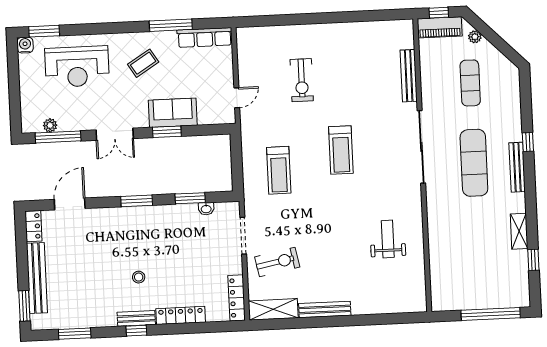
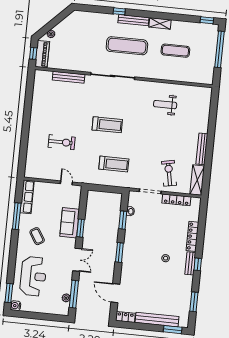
exercise mat: (470, 83) -> (175, 51), moved
shelving: (519, 231) -> (160, 23), moved
window: (533, 260) -> (207, 20), moved
locker: (237, 298) -> (176, 200), moved

